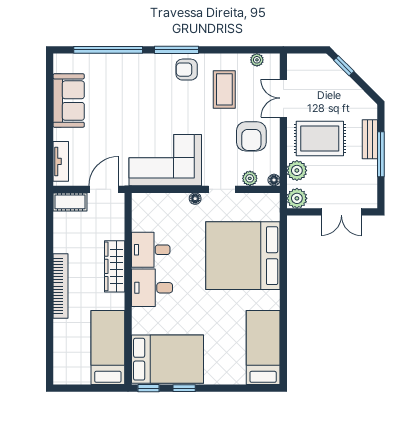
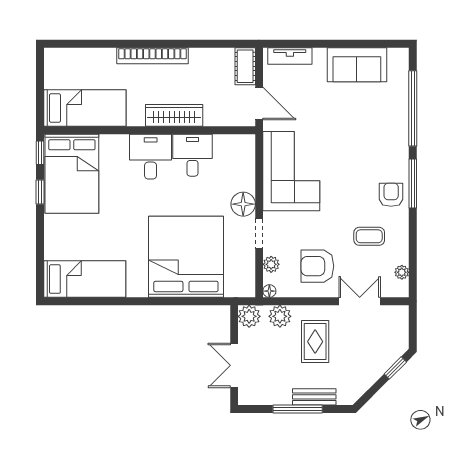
coffee table: (224, 89) -> (369, 236), width x0.73, depth x0.77
rug: (320, 138) -> (315, 342), width x0.73, depth x0.70
floor lamp: (195, 199) -> (243, 204), width x1.89, depth x1.89

